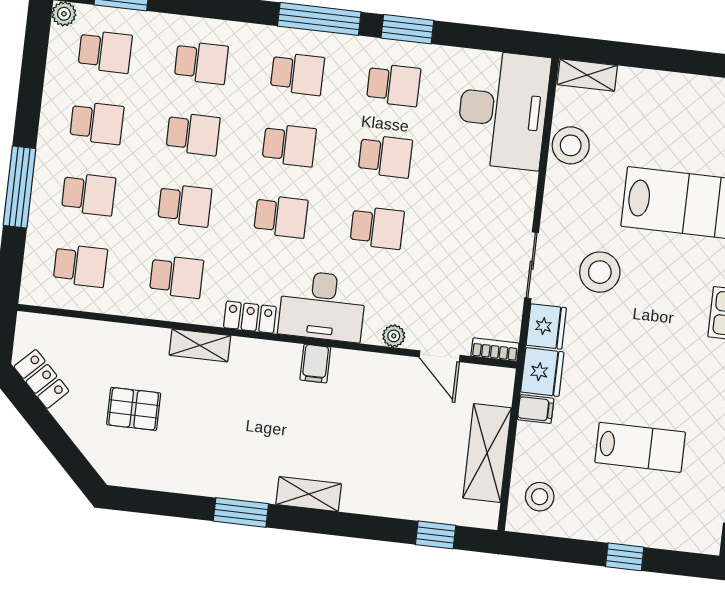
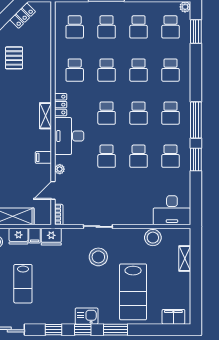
shelving: (587, 75) -> (185, 259), moved
desk: (503, 110) -> (172, 210), width x0.73, depth x0.77
fridge: (546, 326) -> (19, 236), moved
shelving: (200, 345) -> (45, 116), moved
filing cabinet: (315, 364) -> (43, 157), moved

